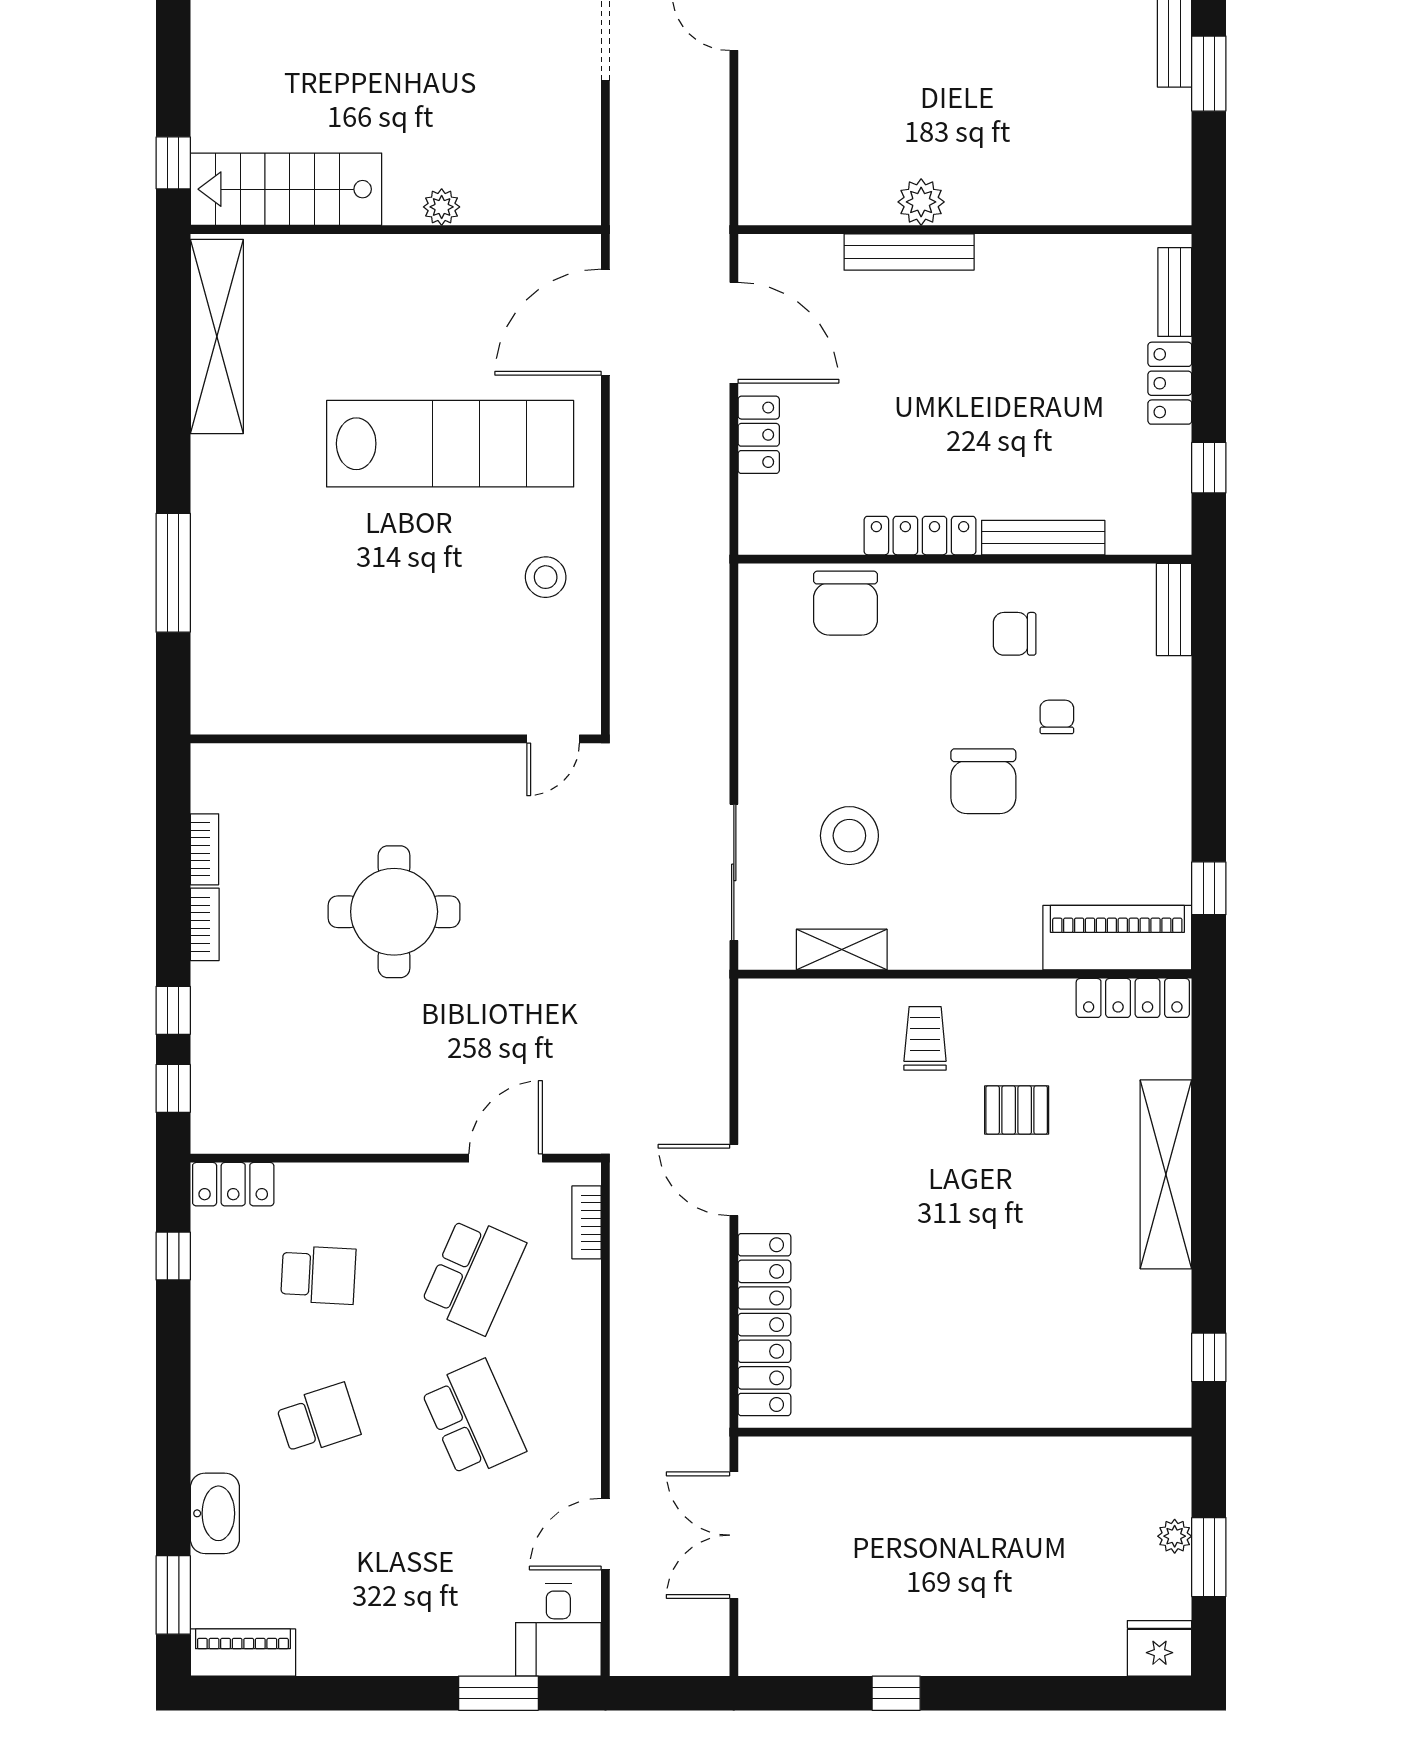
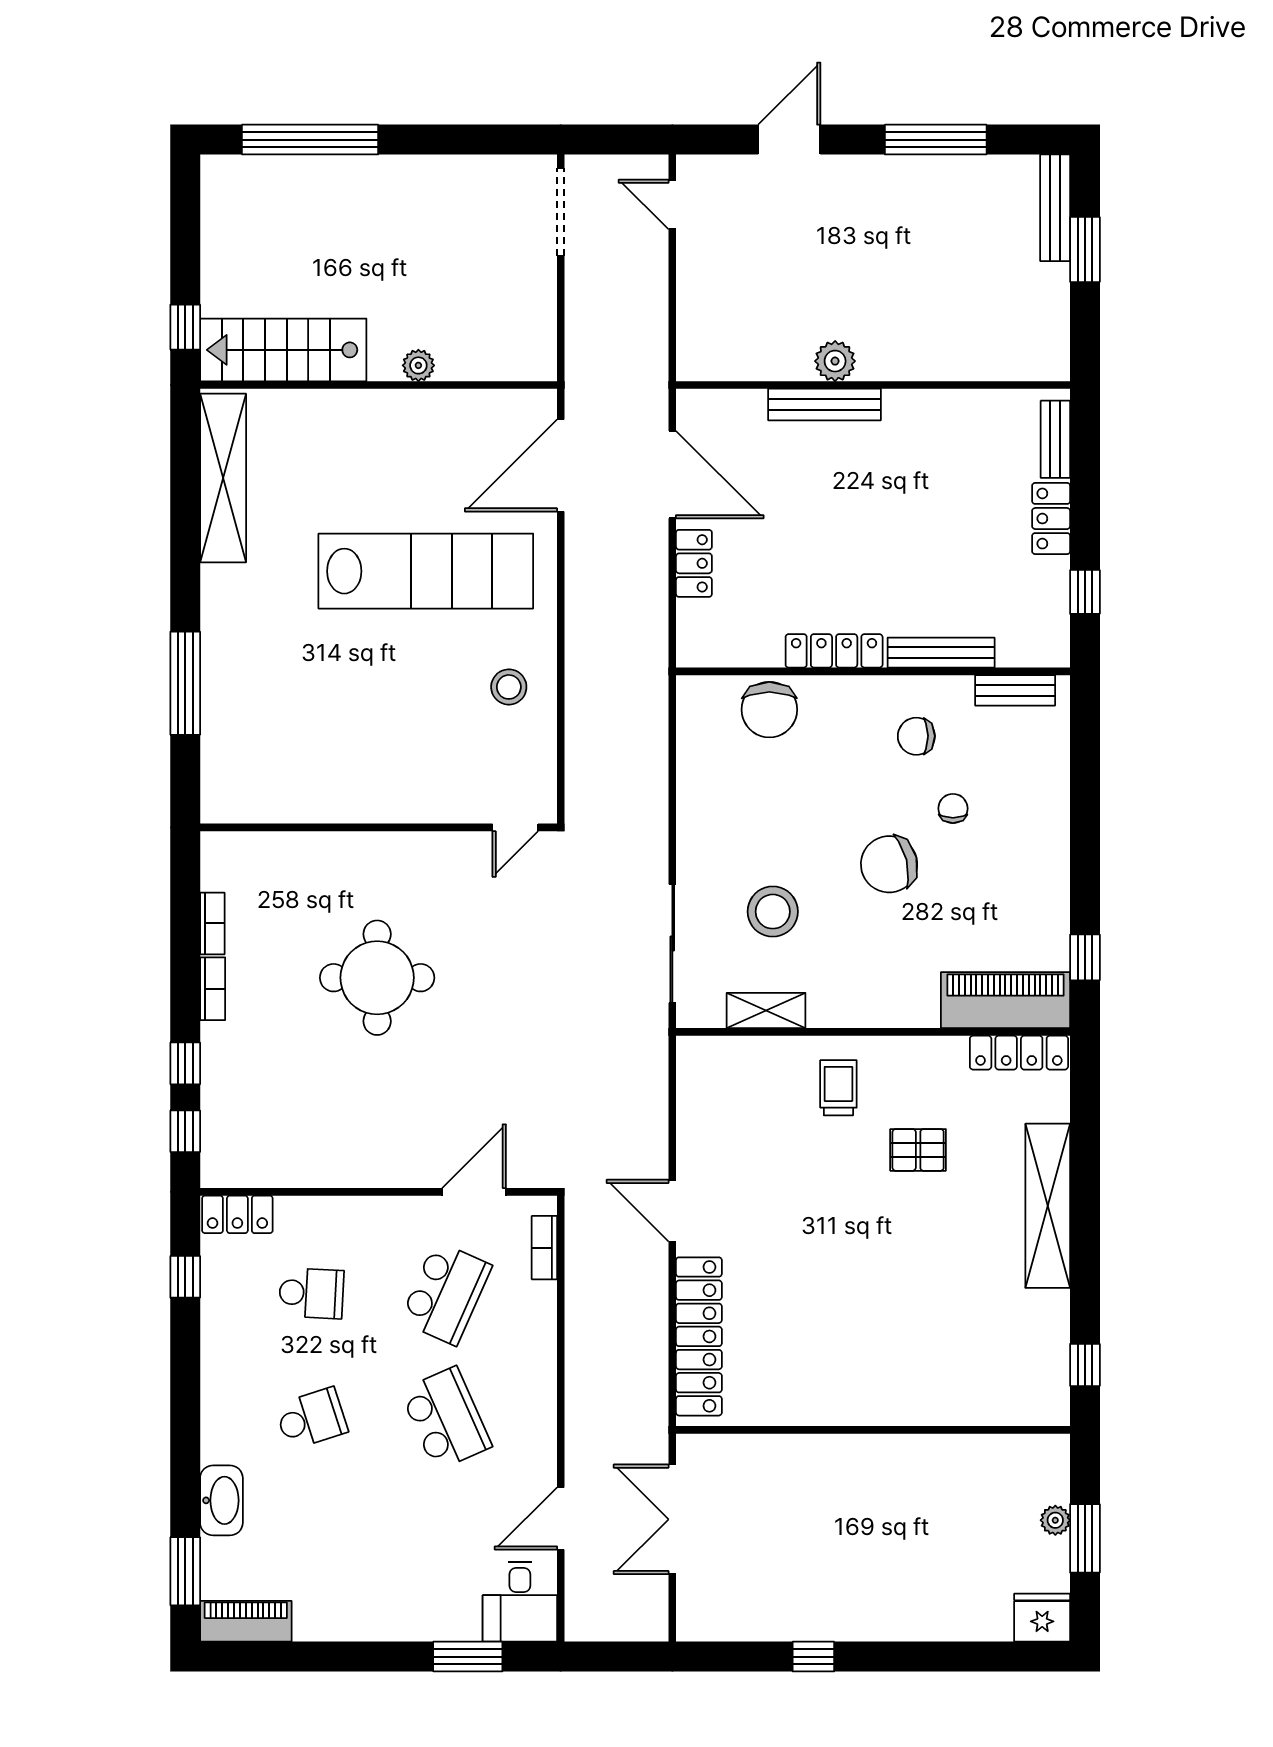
bench: (1174, 609) -> (1015, 690), moved, turned 90
chair: (983, 781) -> (889, 864), turned 76

